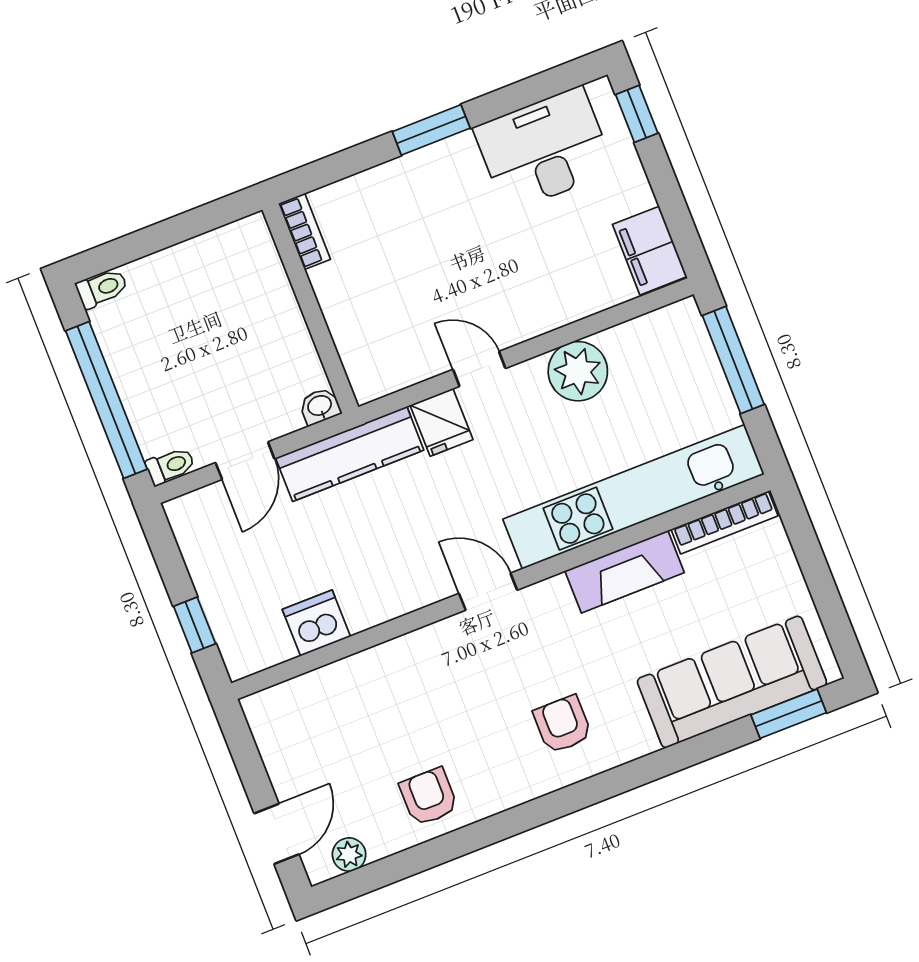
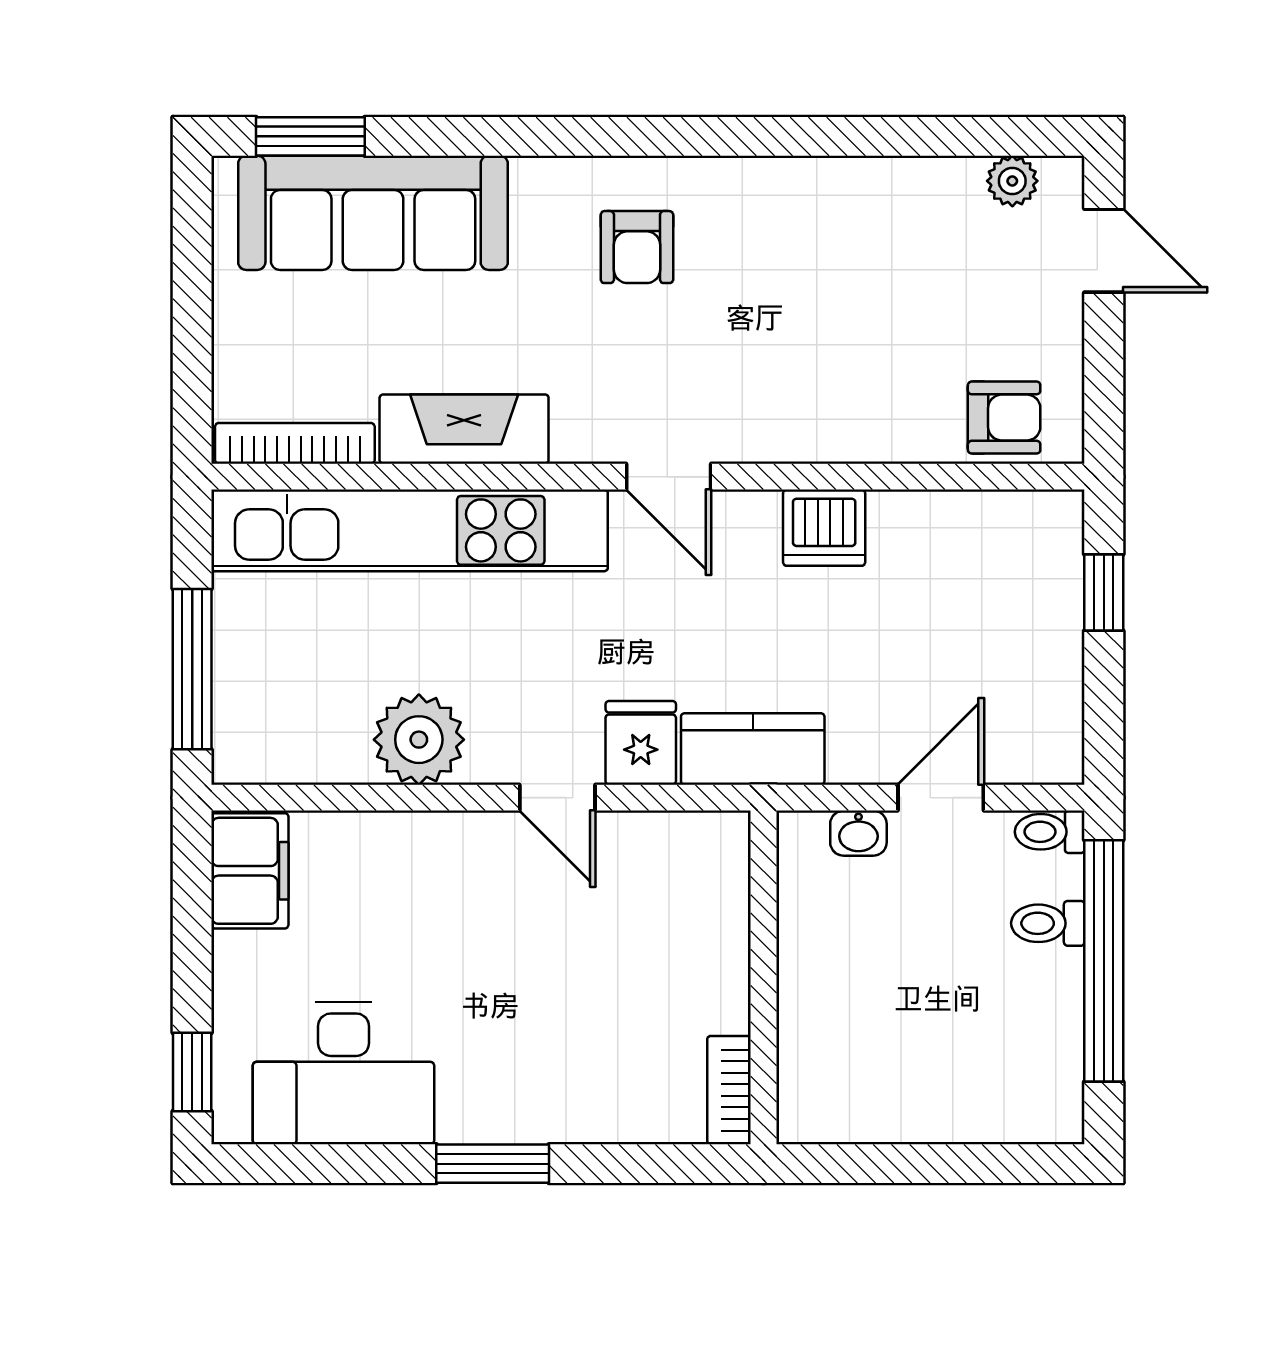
toilet: (102, 288) -> (1048, 923), moved
washbasin: (320, 406) -> (858, 833), moved
kitchen counter: (350, 454) -> (753, 749), width x0.67
dishwasher: (316, 623) -> (824, 528), moved
armchair: (429, 797) -> (1004, 418), moved, turned -90
door: (276, 834) -> (1104, 251), swing flipped

